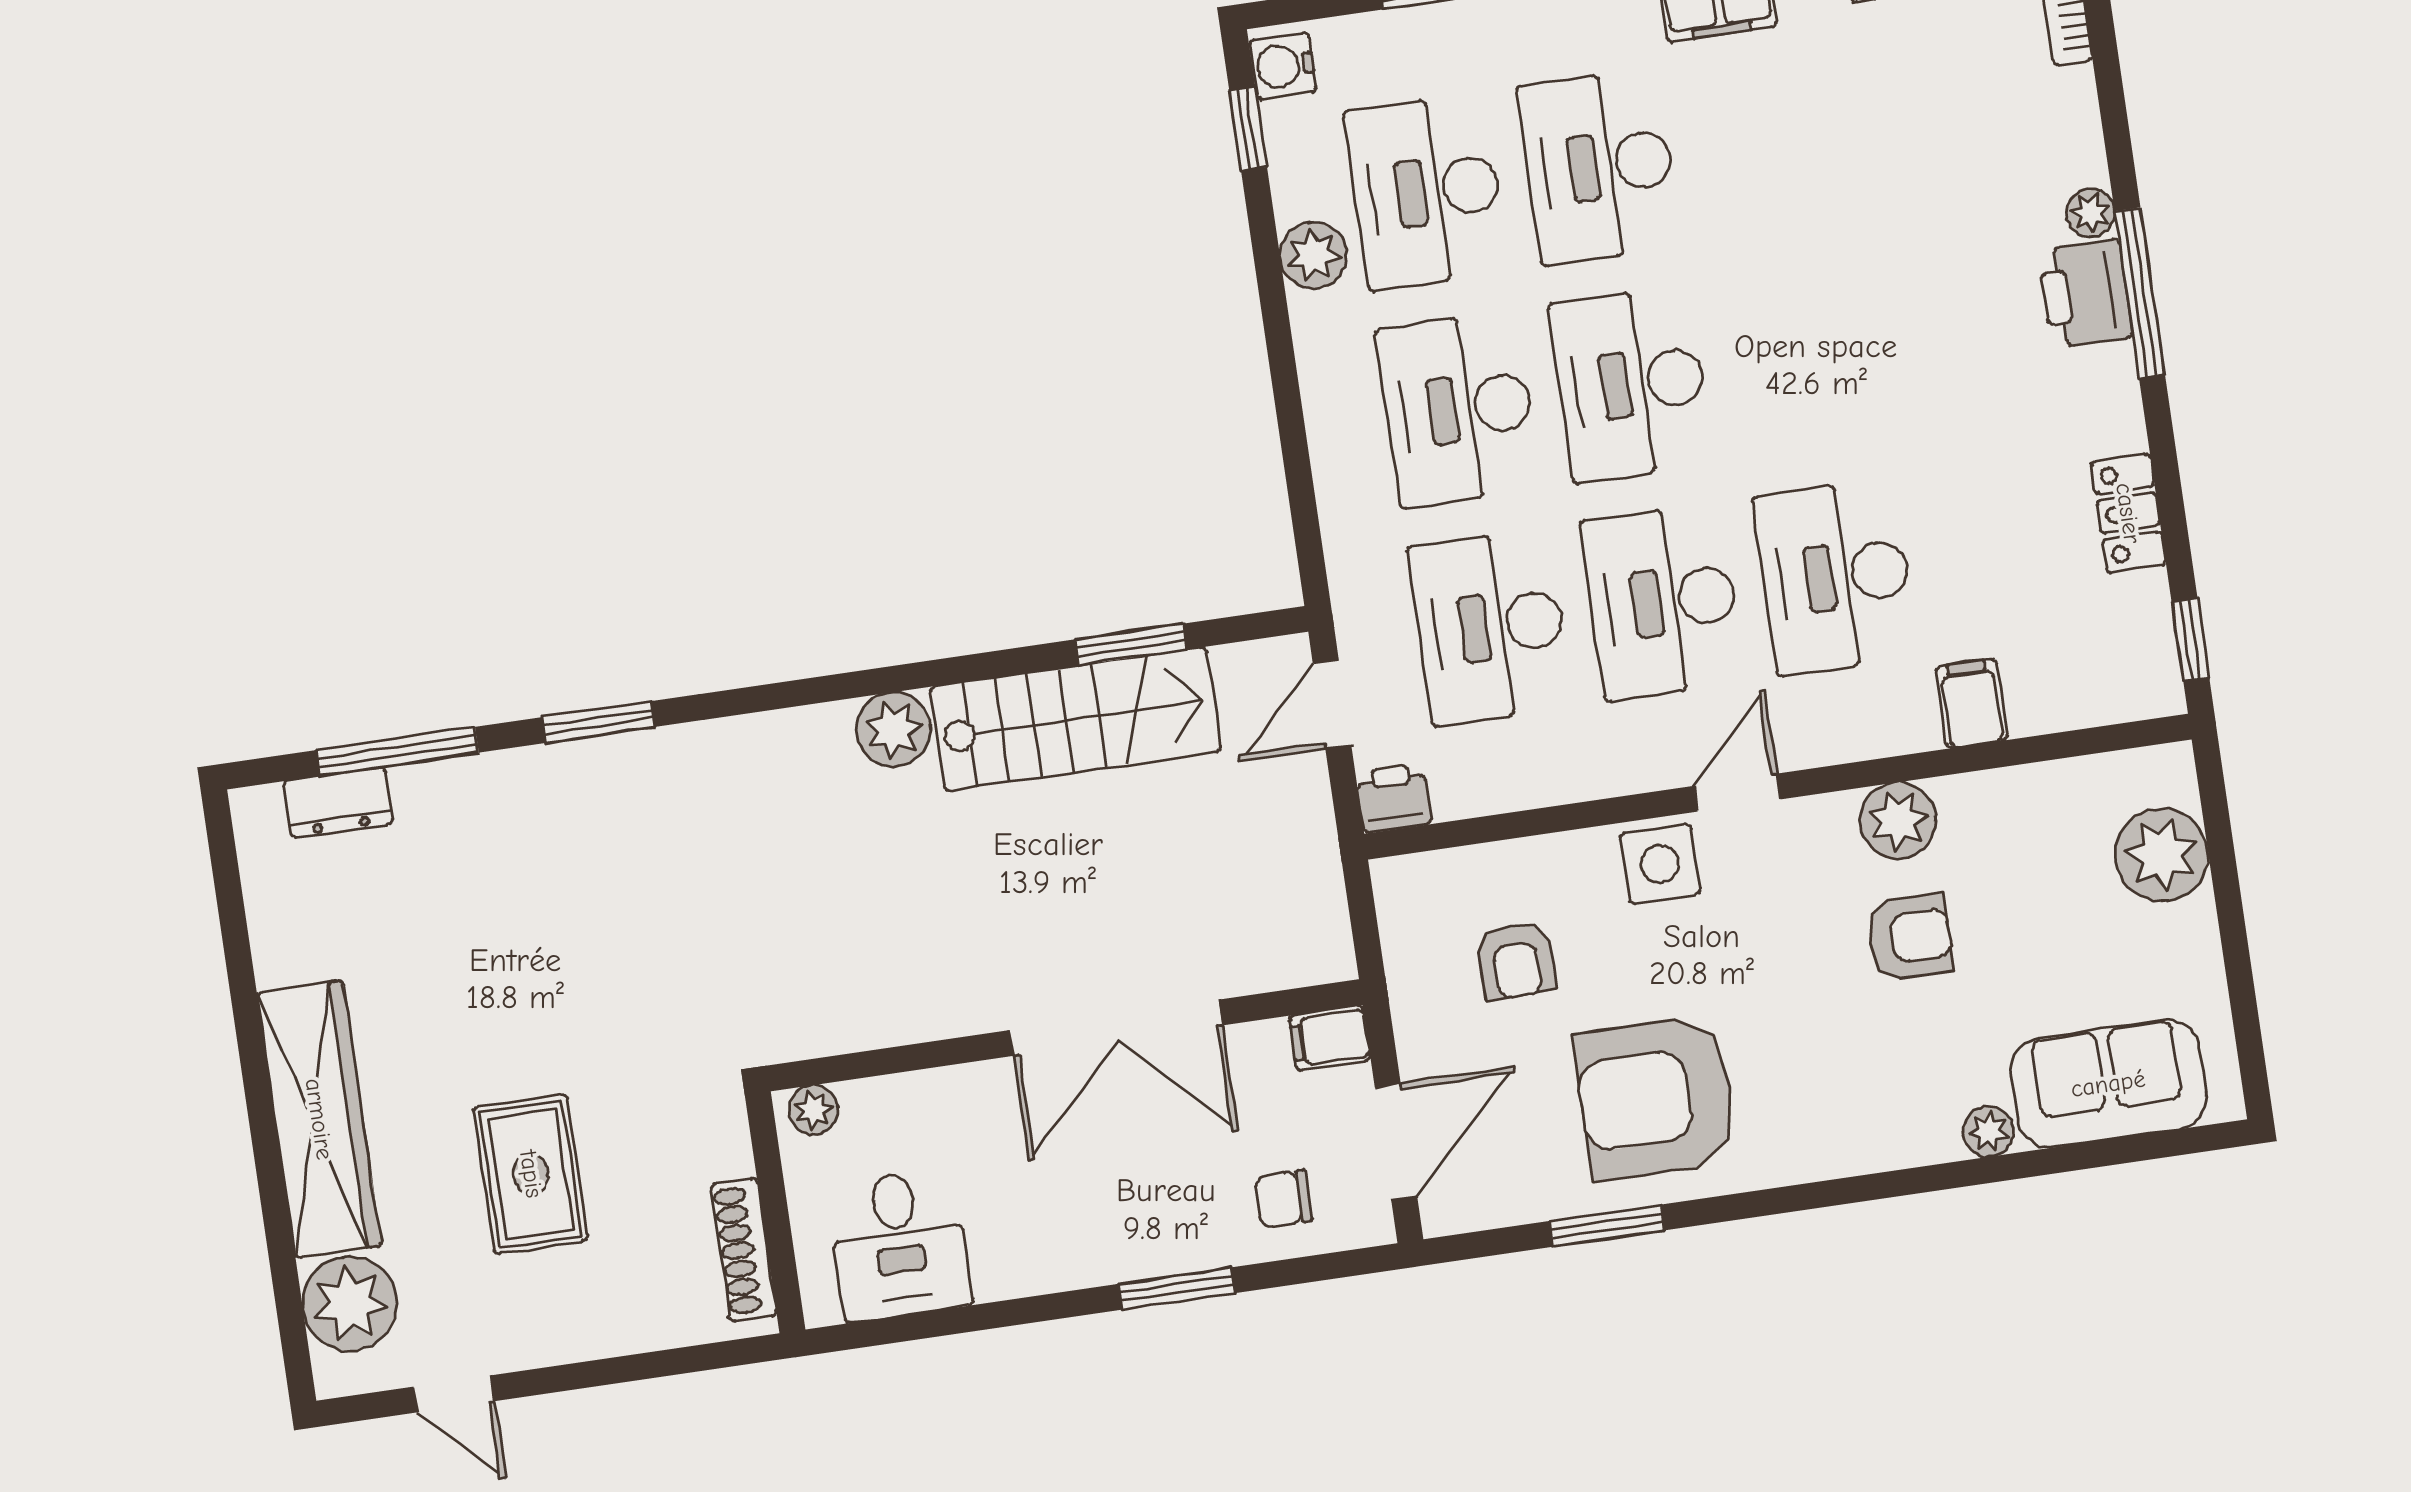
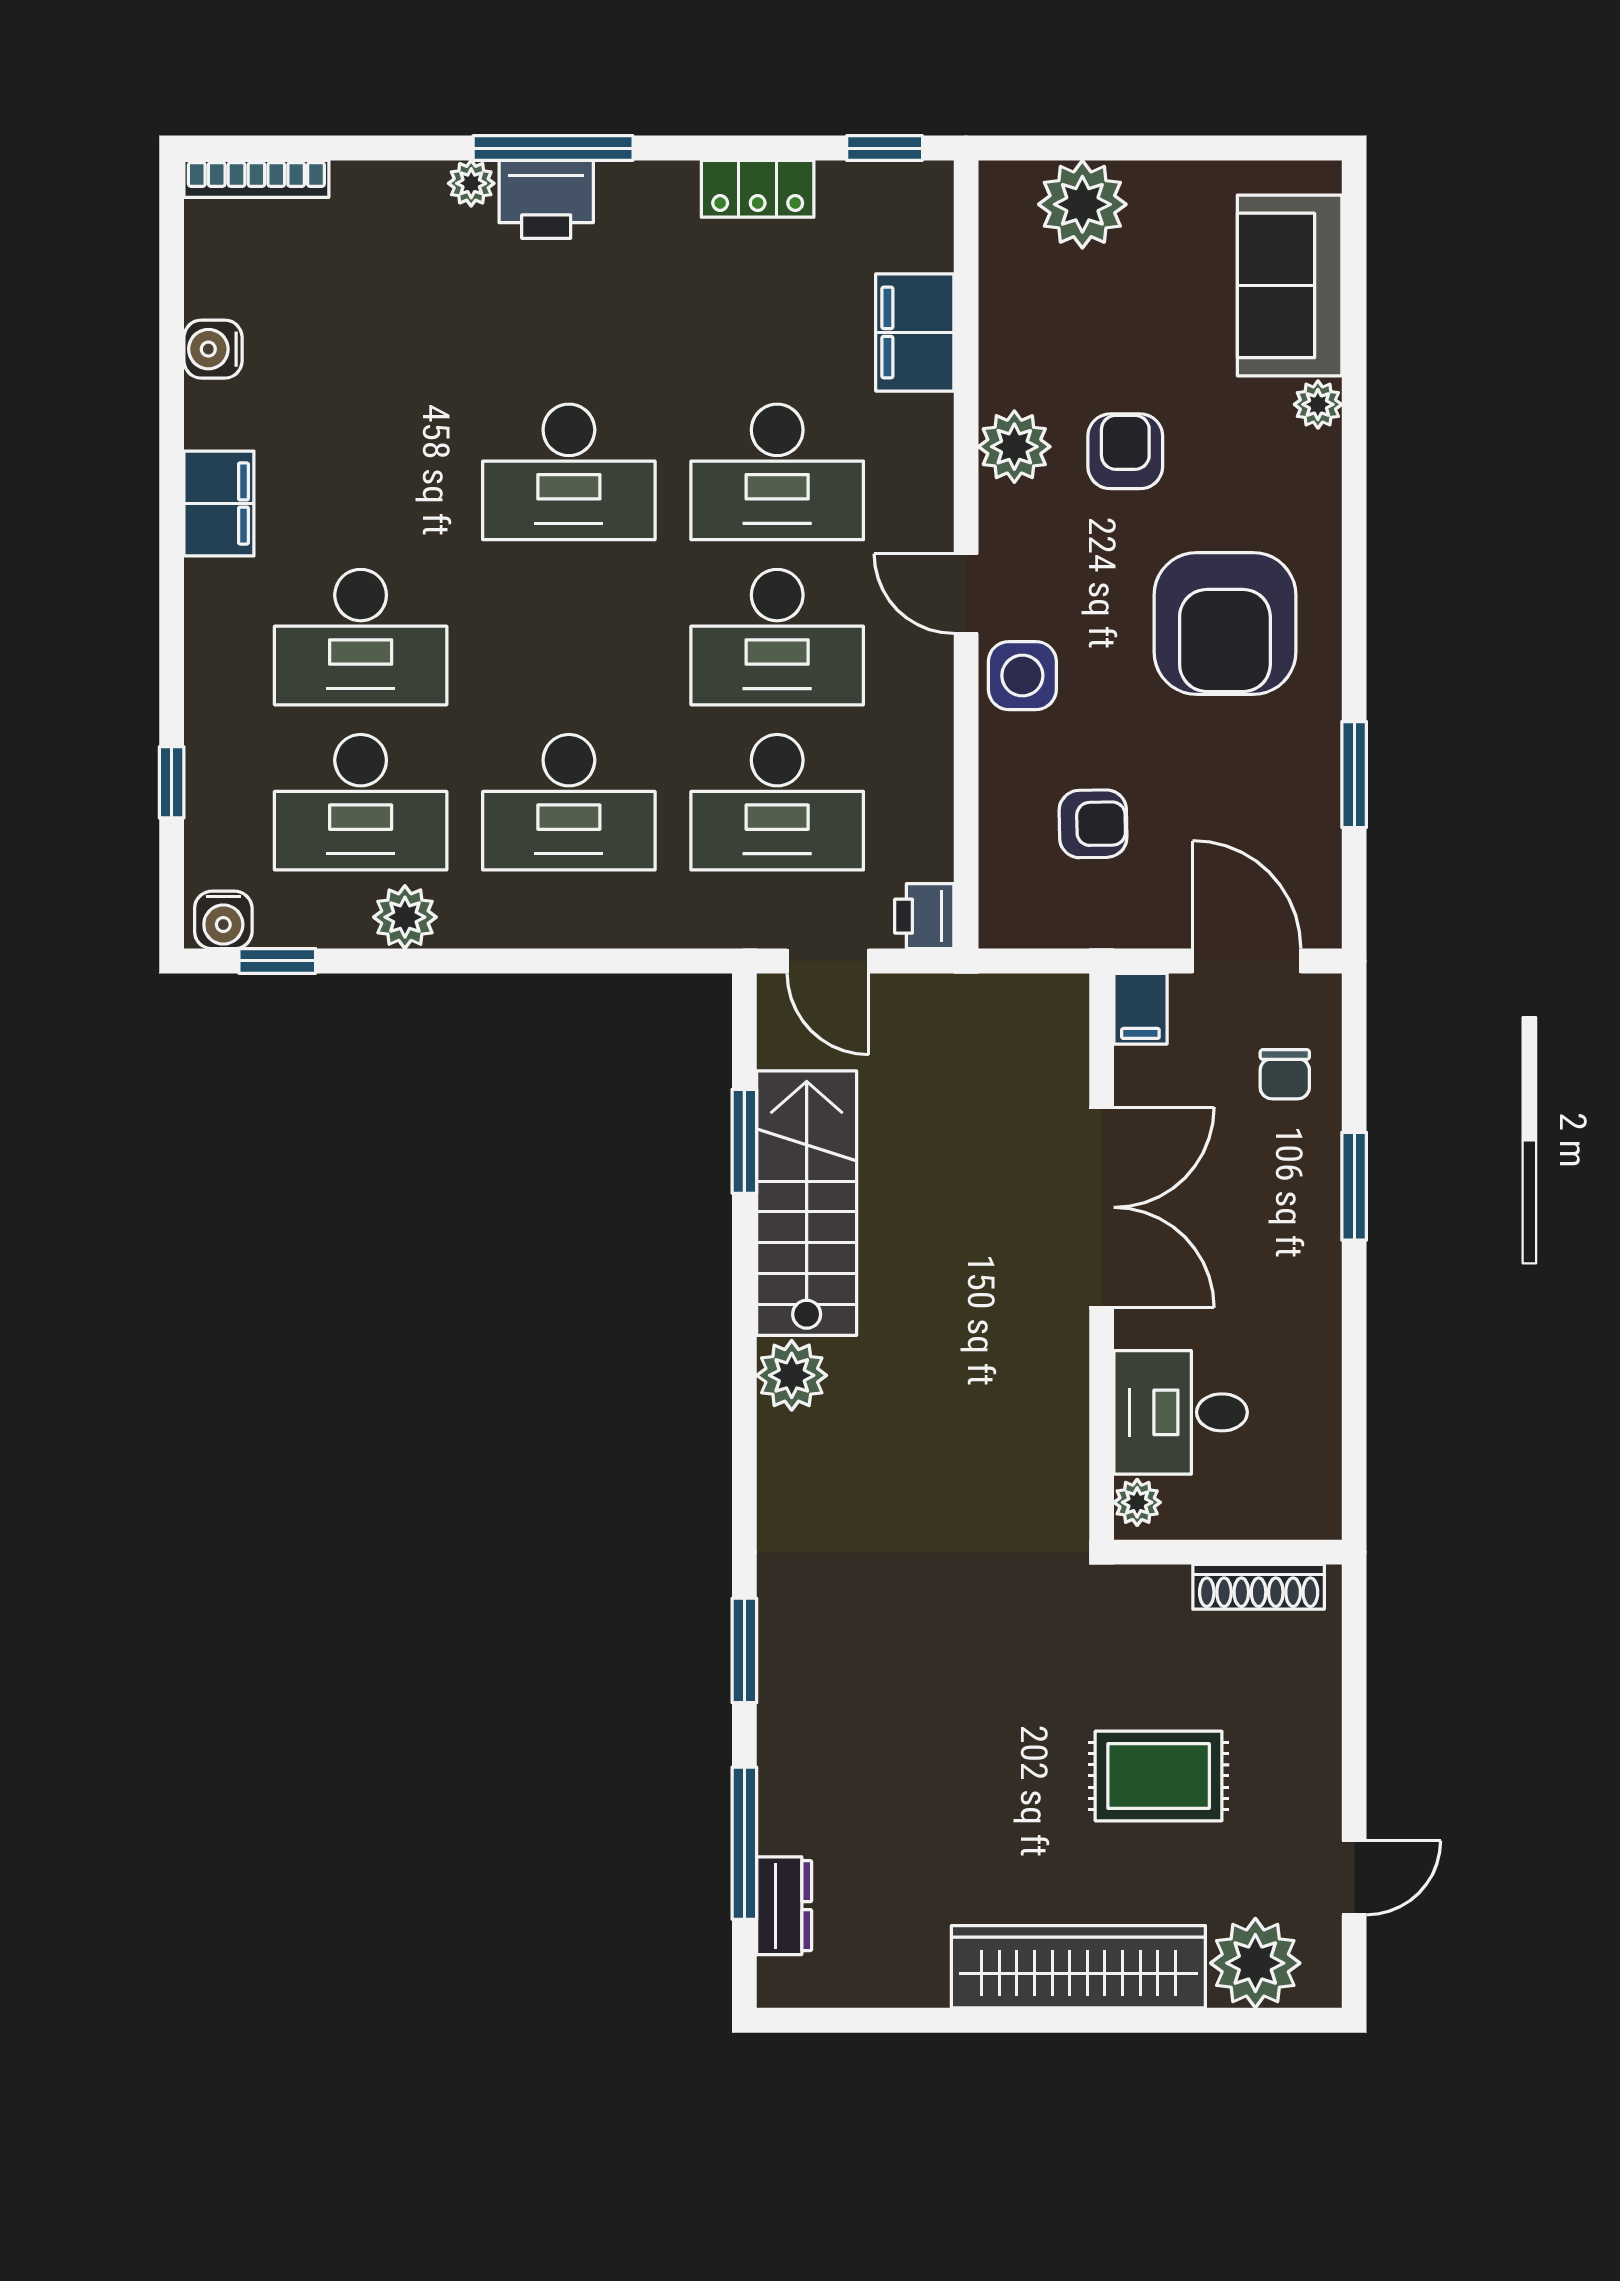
desk: (1631, 384) -> (569, 472), moved
filing cabinet: (1972, 704) -> (915, 332), width x2.00
armchair: (1656, 1098) -> (1225, 623), moved
desk: (899, 1245) -> (1181, 1412), moved, turned 180

